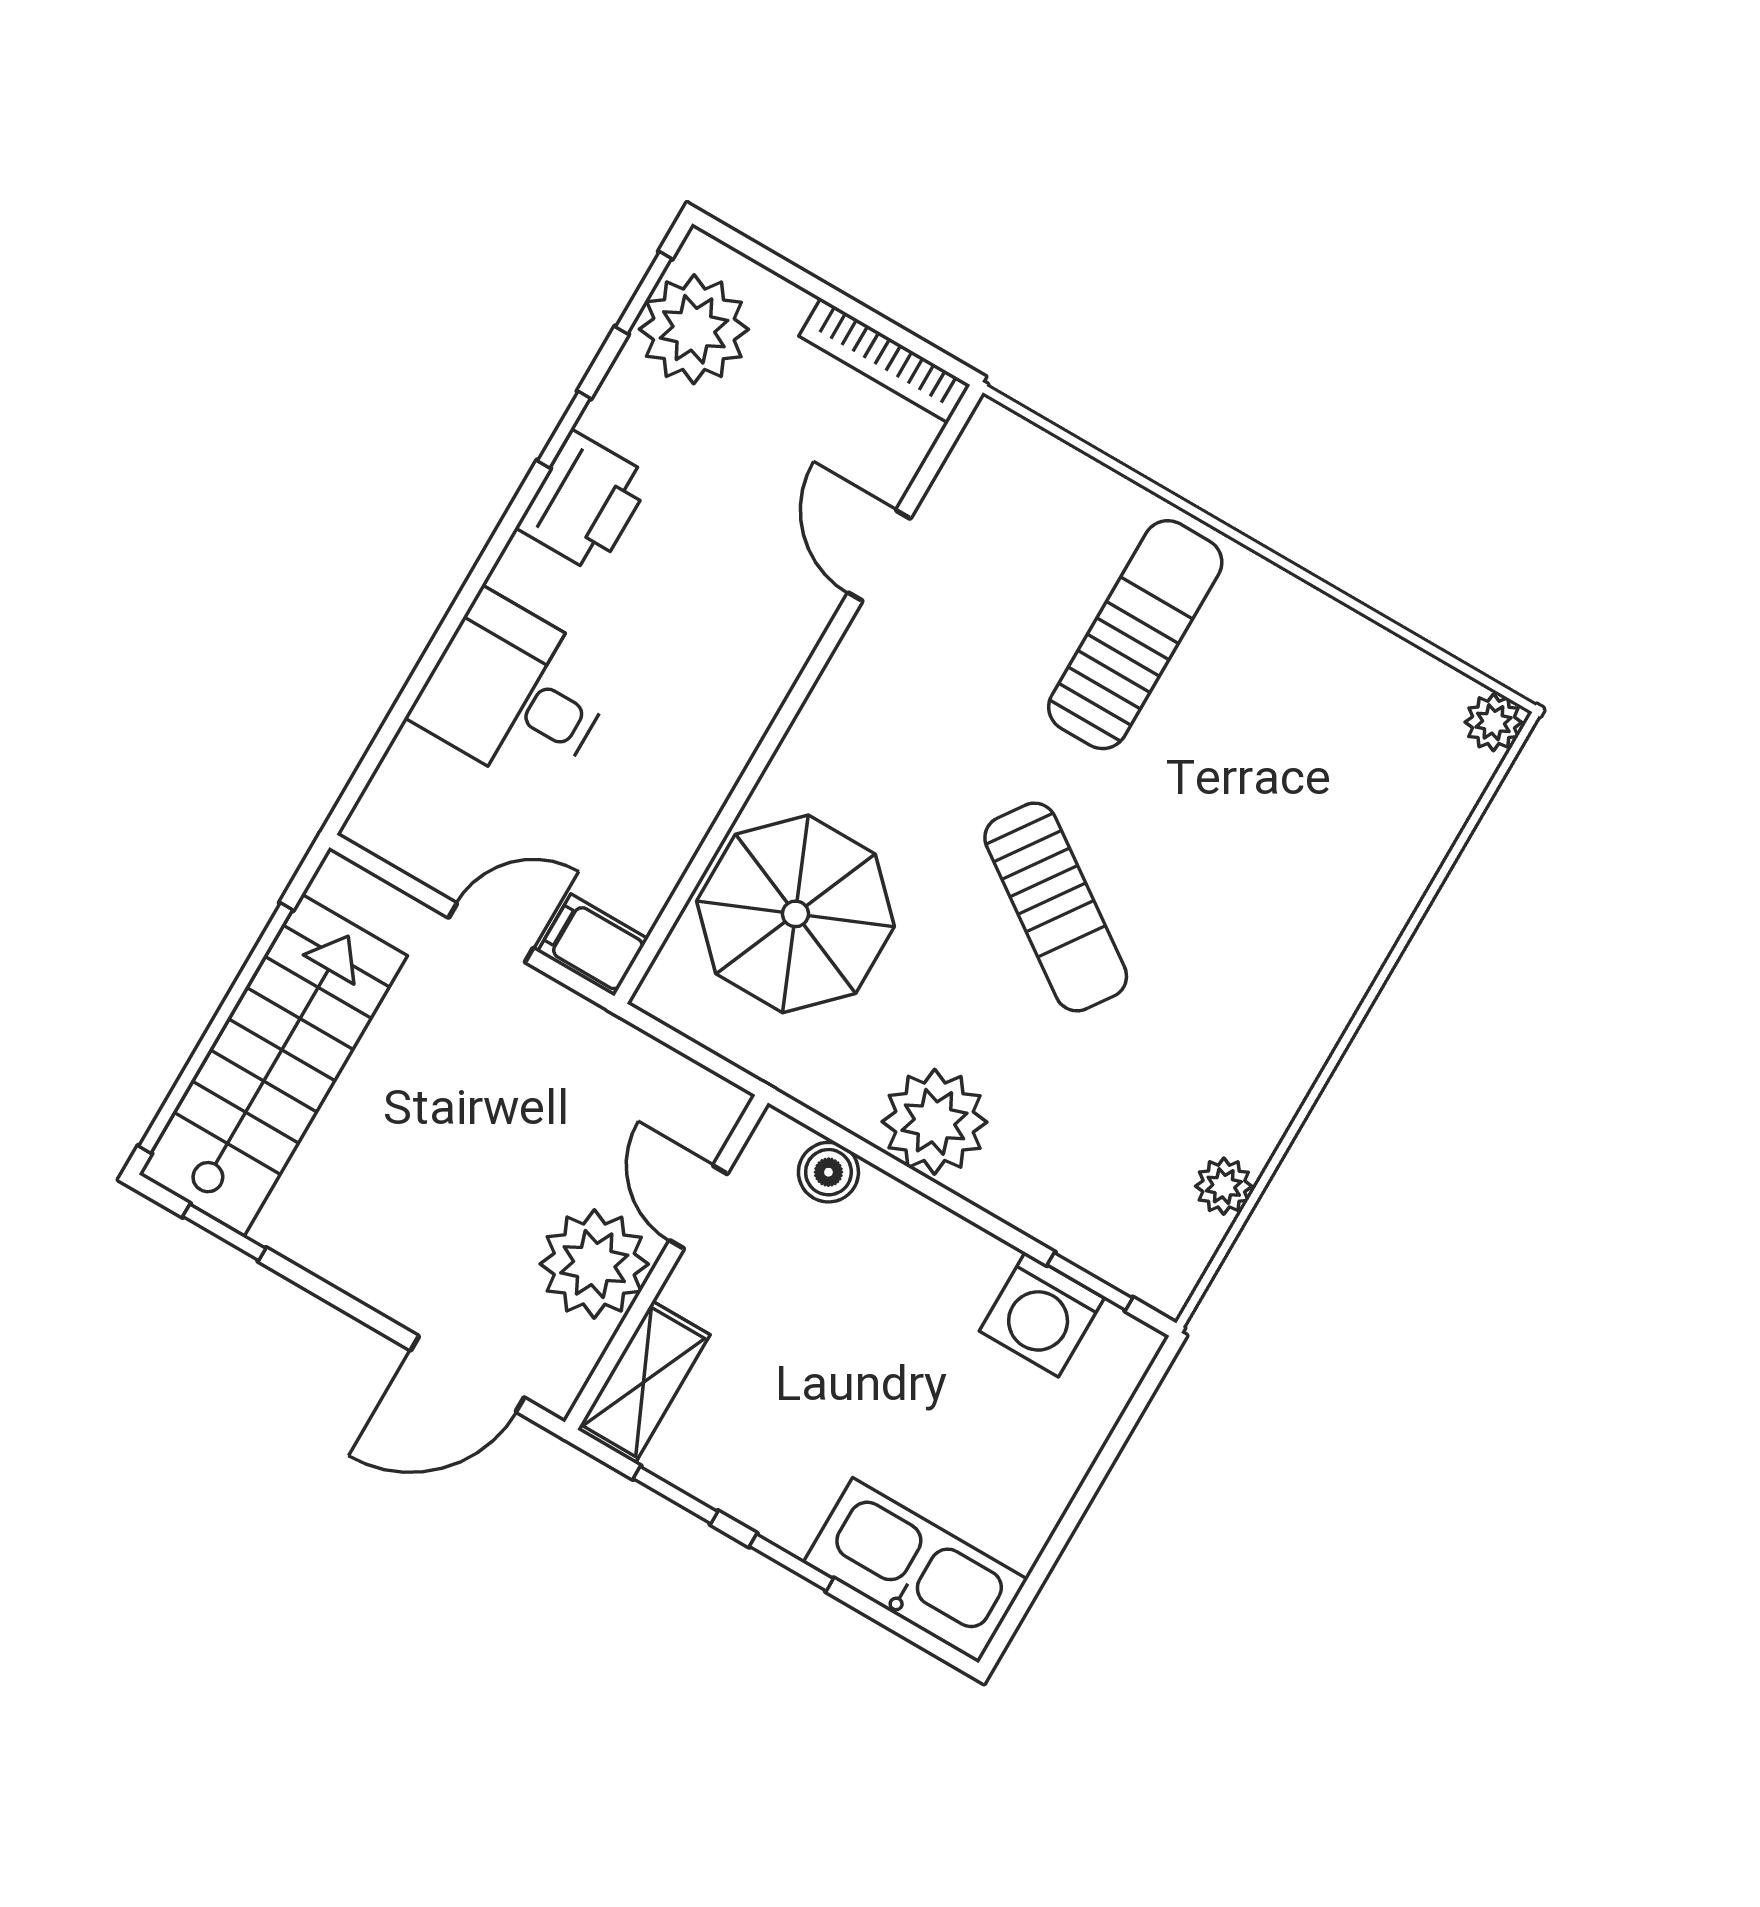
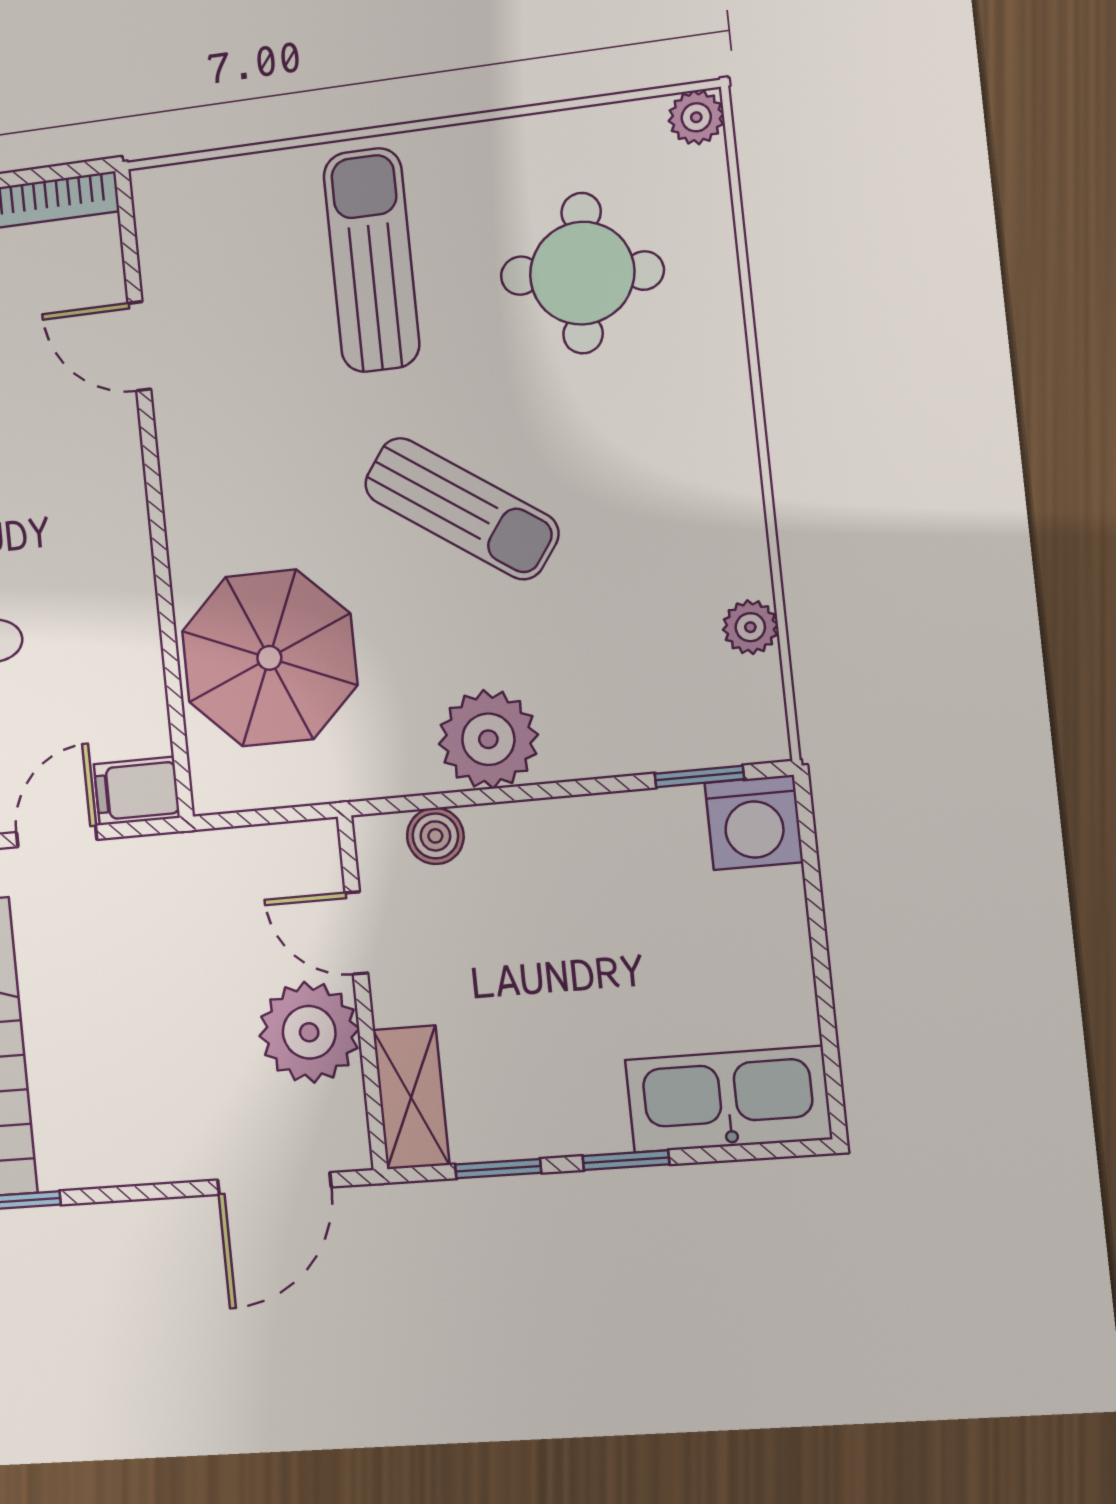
round table: (1304, 782) -> (582, 273), added
washing machine: (1042, 1315) -> (754, 822), moved

